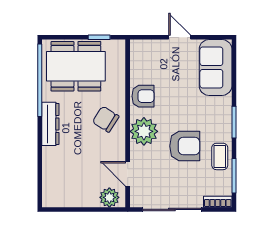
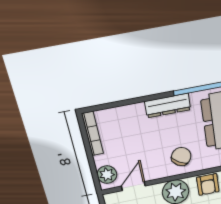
bookcase: (64, 202) -> (92, 134), added

